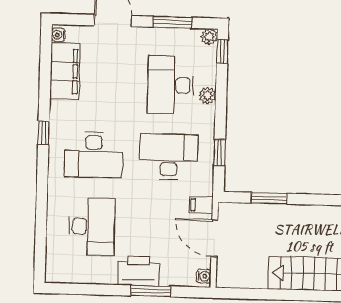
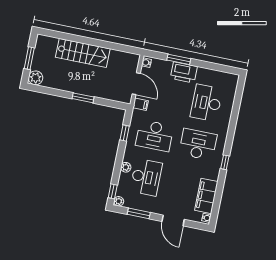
window: (269, 198) -> (83, 98), moved

